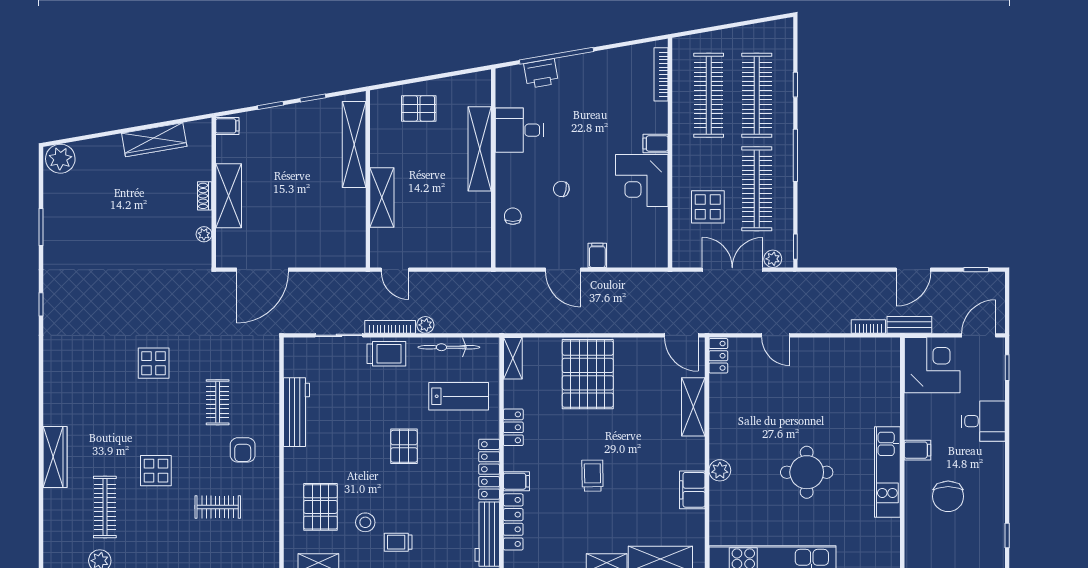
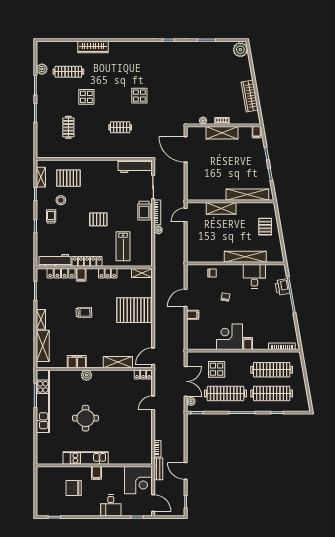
bicycle: (449, 347) -> (147, 241), removed
workbench: (297, 412) -> (135, 166), moved
armchair: (243, 450) -> (97, 140), removed

